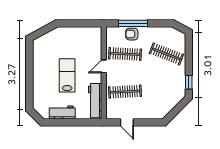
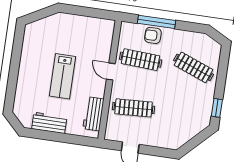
door: (104, 66) -> (111, 71), hinge flipped
lab bench: (67, 75) -> (62, 76), turned 180
workbench: (95, 101) -> (93, 114), width x0.73

